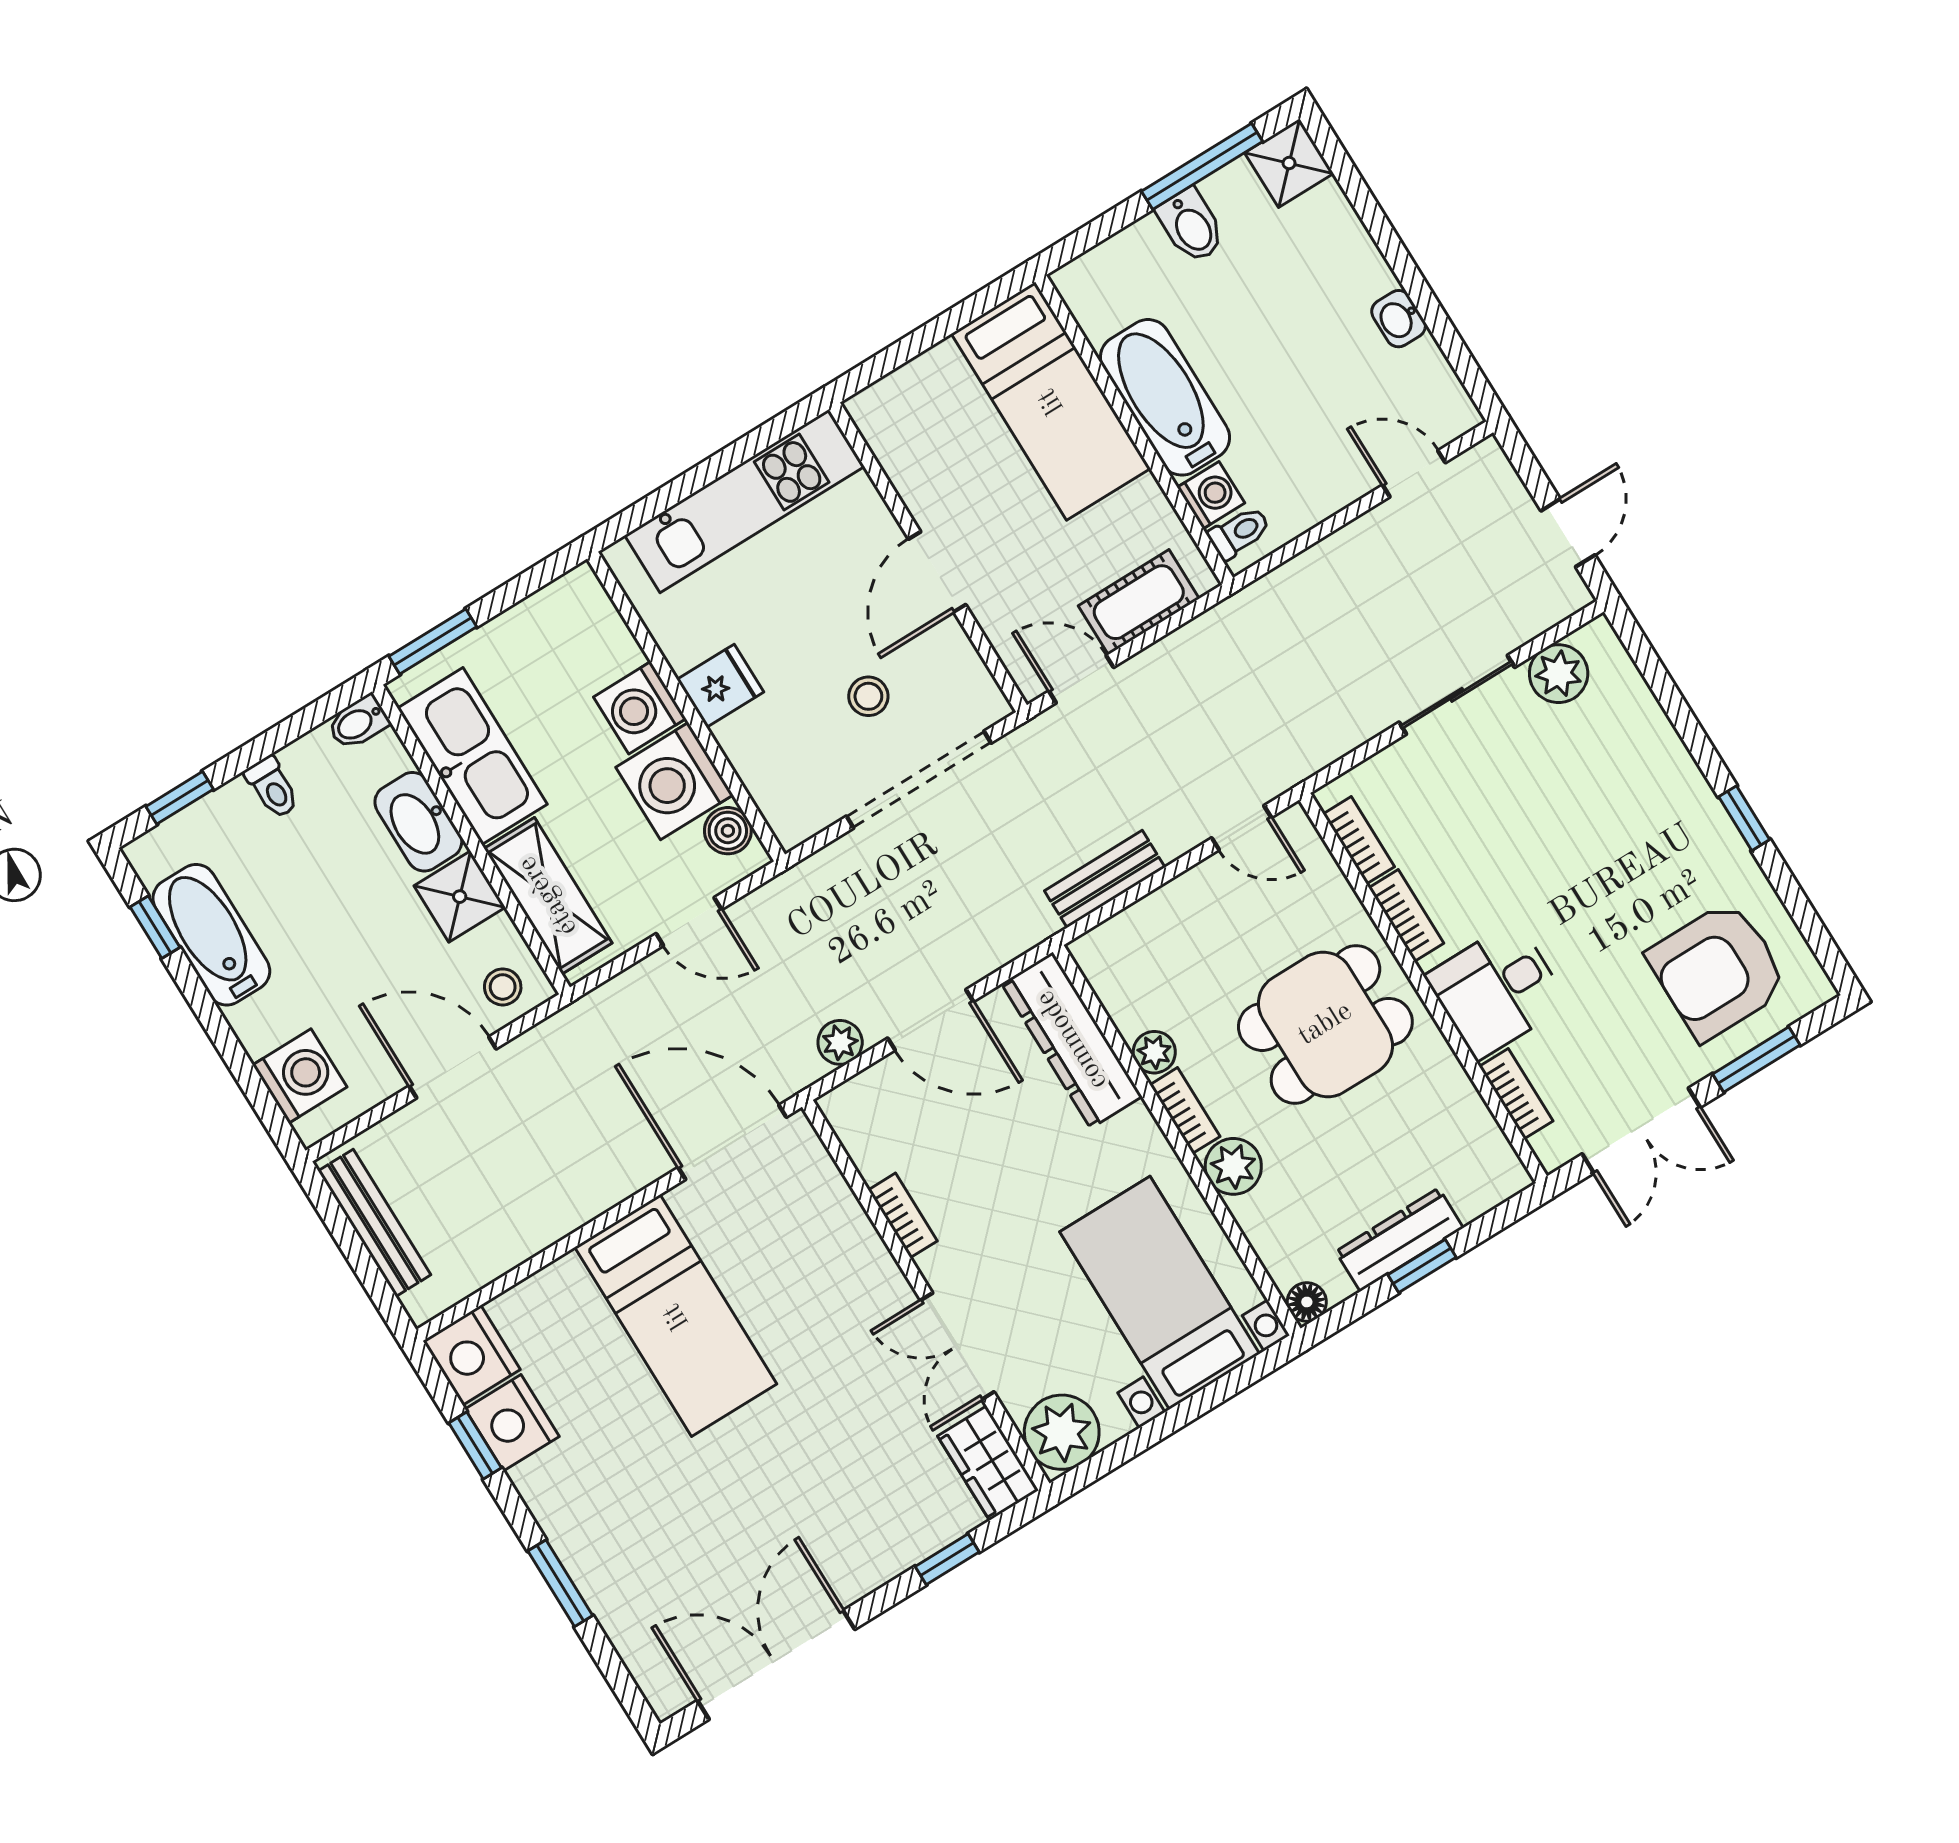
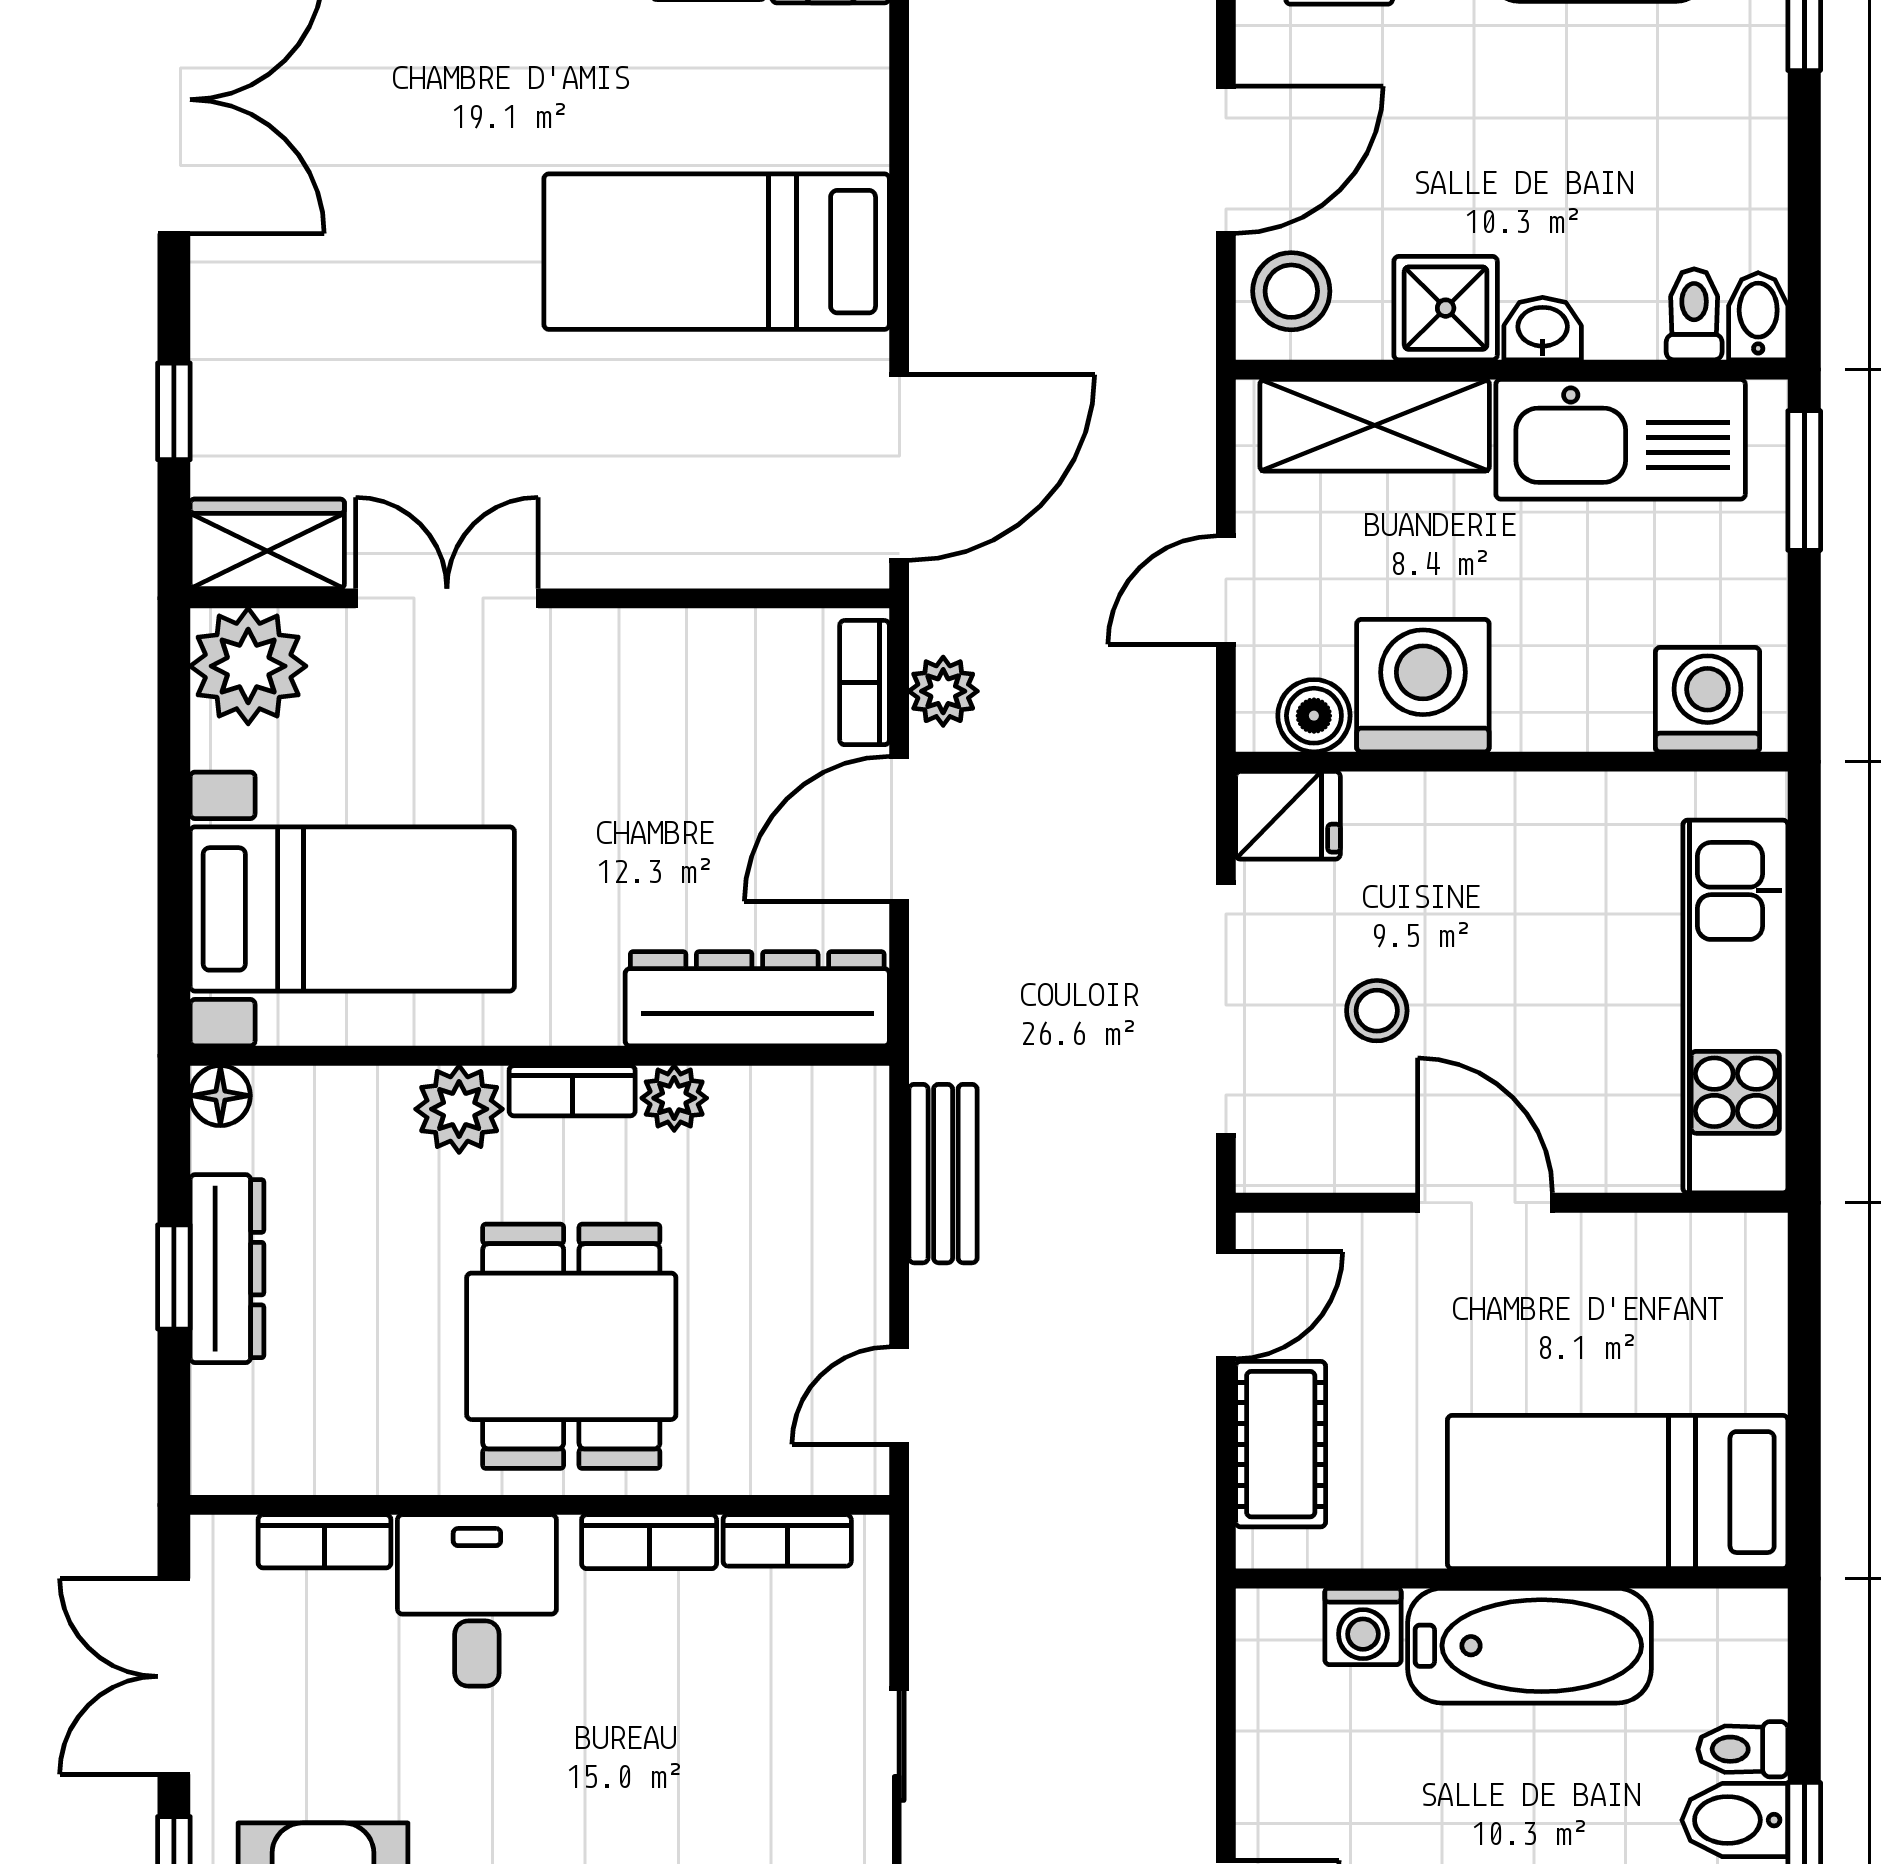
toilet: (1239, 533) -> (1743, 1749), moved, turned 90
fridge: (720, 686) -> (1288, 815), moved, turned -90
washing machine: (640, 708) -> (1708, 700), moved
toilet: (272, 787) -> (1694, 314), moved, turned 90
washbasin: (418, 822) -> (1543, 329), width x0.52, depth x0.69
stool: (503, 987) -> (1291, 291), width x1.37, depth x1.37
bookcase: (903, 1215) -> (865, 683), moved, turned 90

